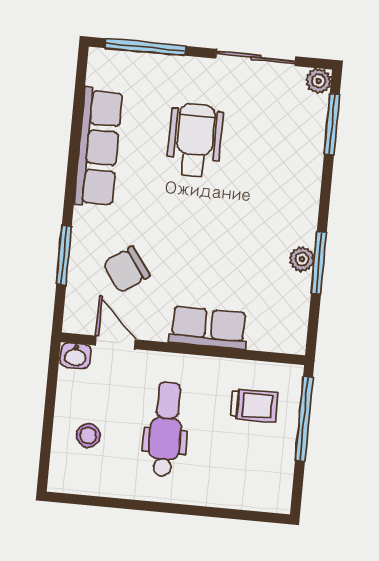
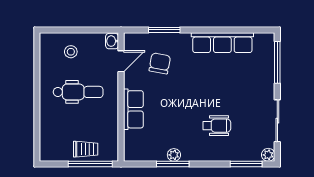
wheelchair: (195, 140) -> (217, 126), moved, width x0.73, depth x0.73
chair: (126, 269) -> (160, 63), turned 46
trolley: (254, 405) -> (86, 149), moved, turned -90

